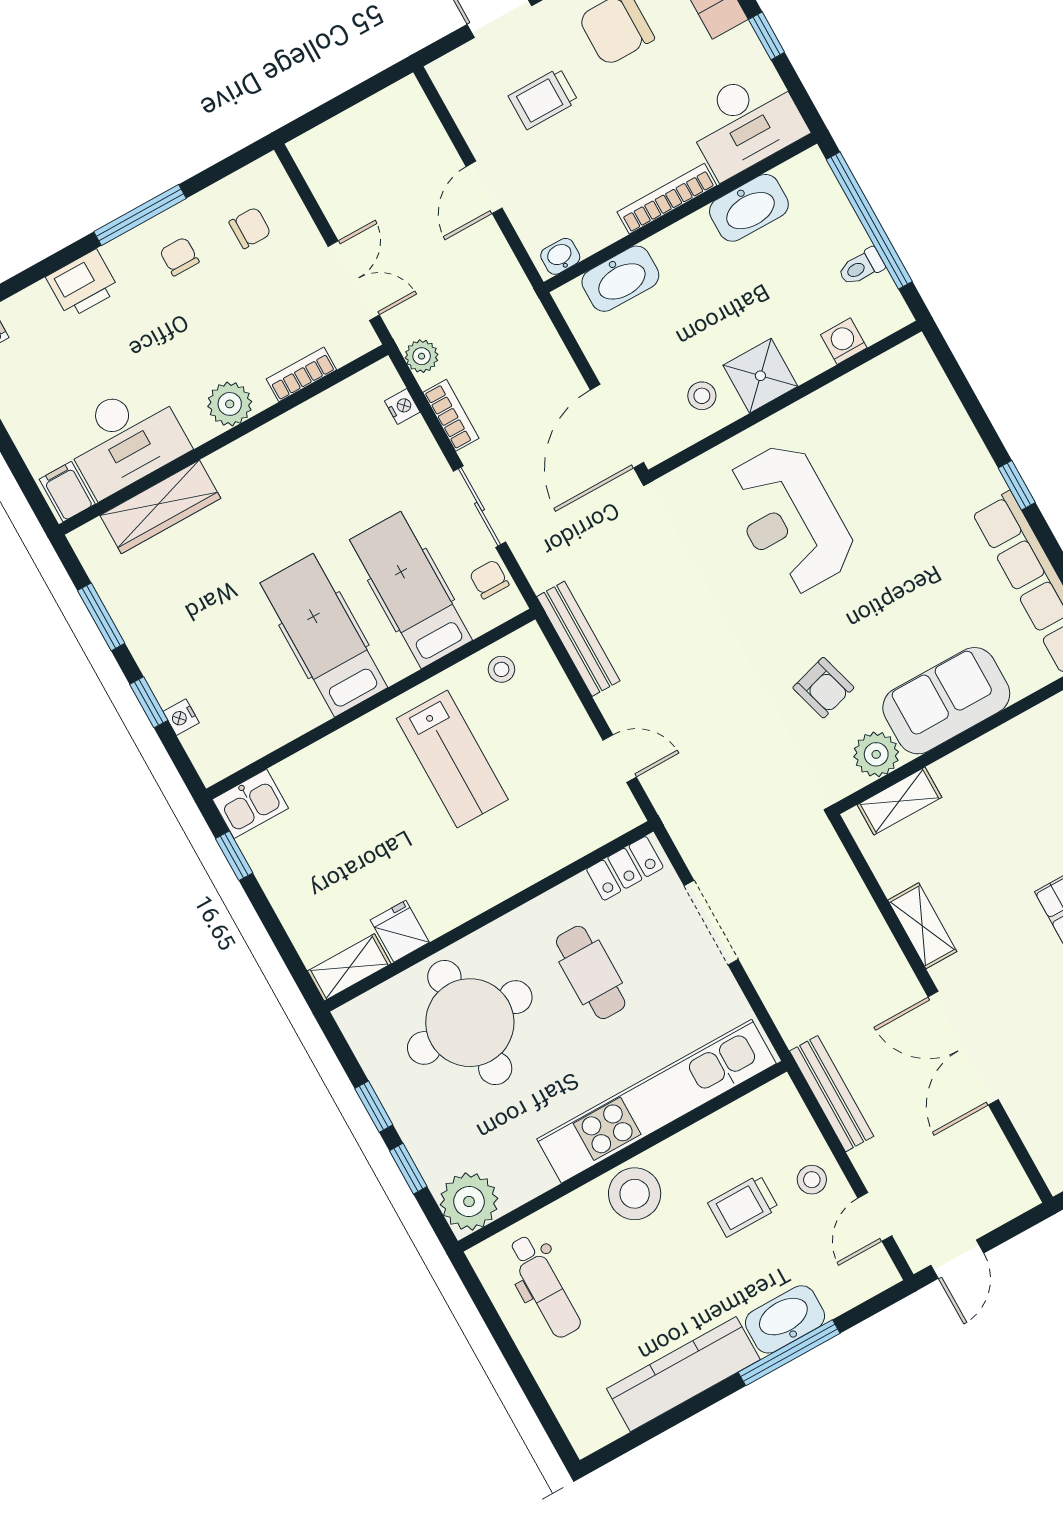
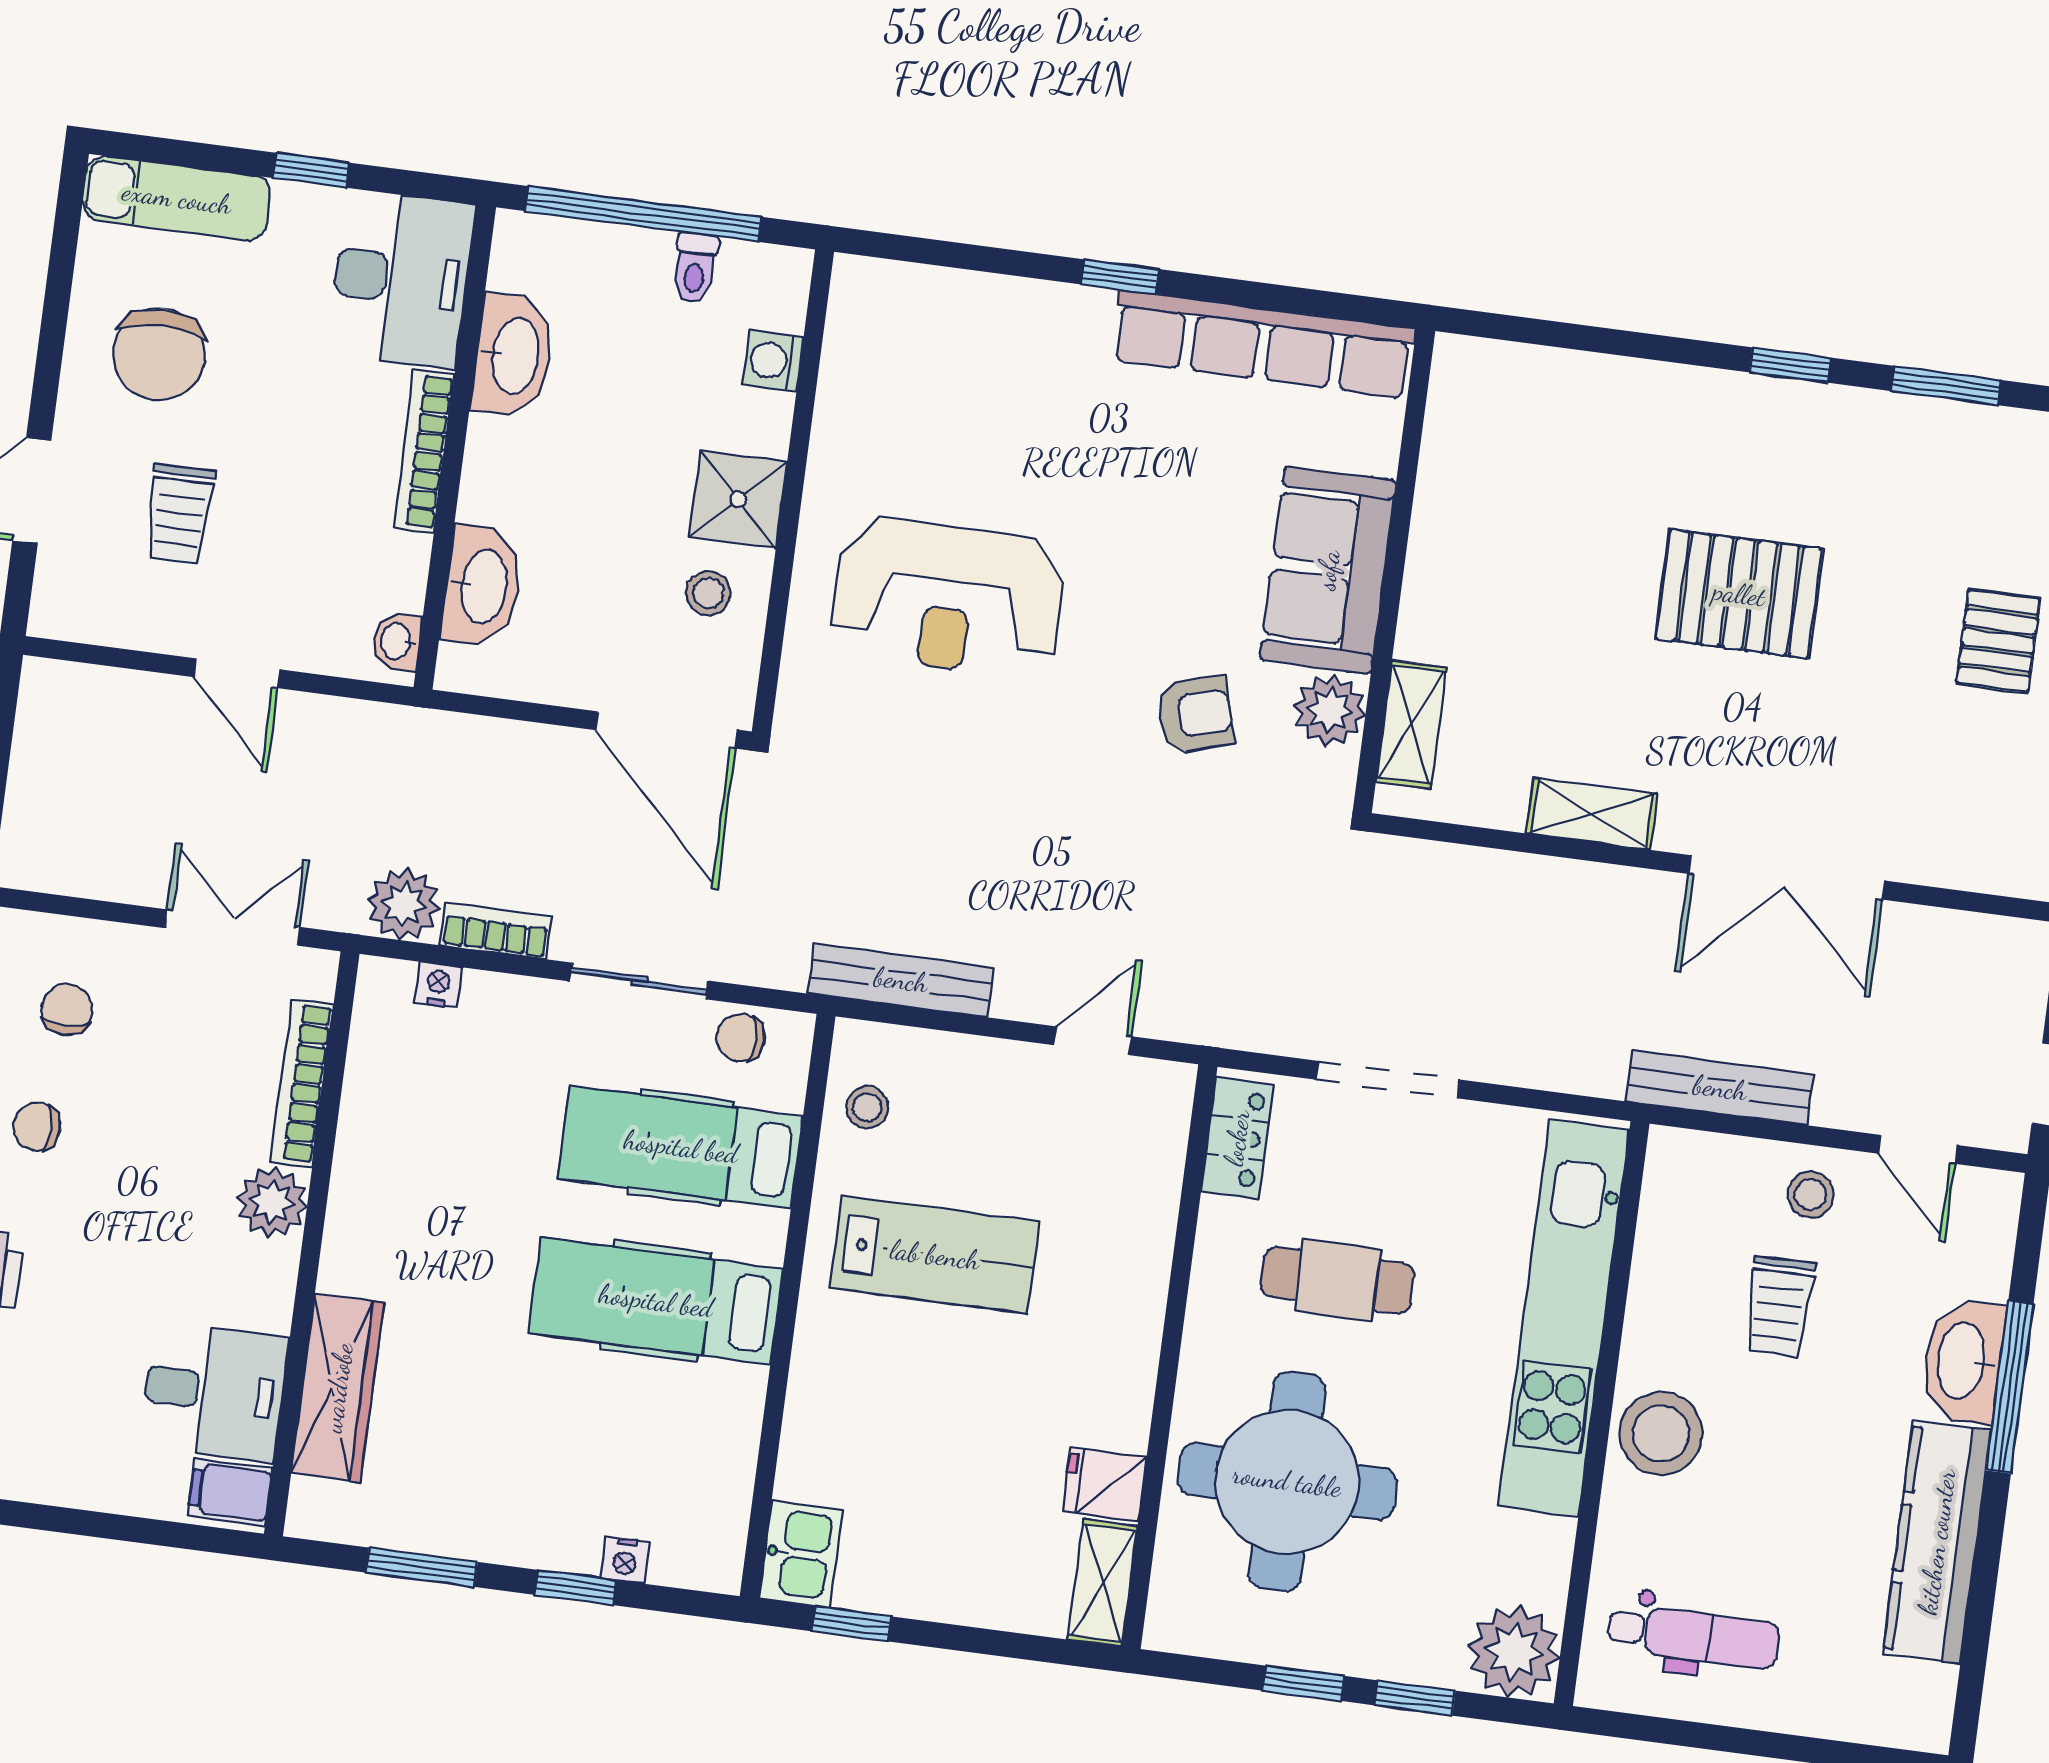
plant: (422, 356) -> (404, 904), width x1.38, depth x1.38
bookcase: (301, 374) -> (302, 1083), width x1.56
desk: (125, 439) -> (214, 1392), width x0.73

